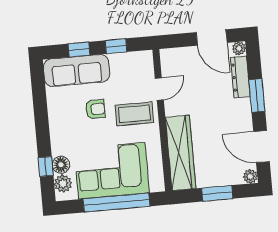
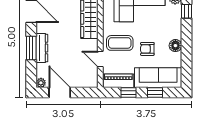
piano: (131, 61) -> (118, 81), added
dresser: (240, 77) -> (42, 48), moved
door: (159, 89) -> (100, 59), hinge flipped
floor lamp: (61, 165) -> (175, 46), moved

